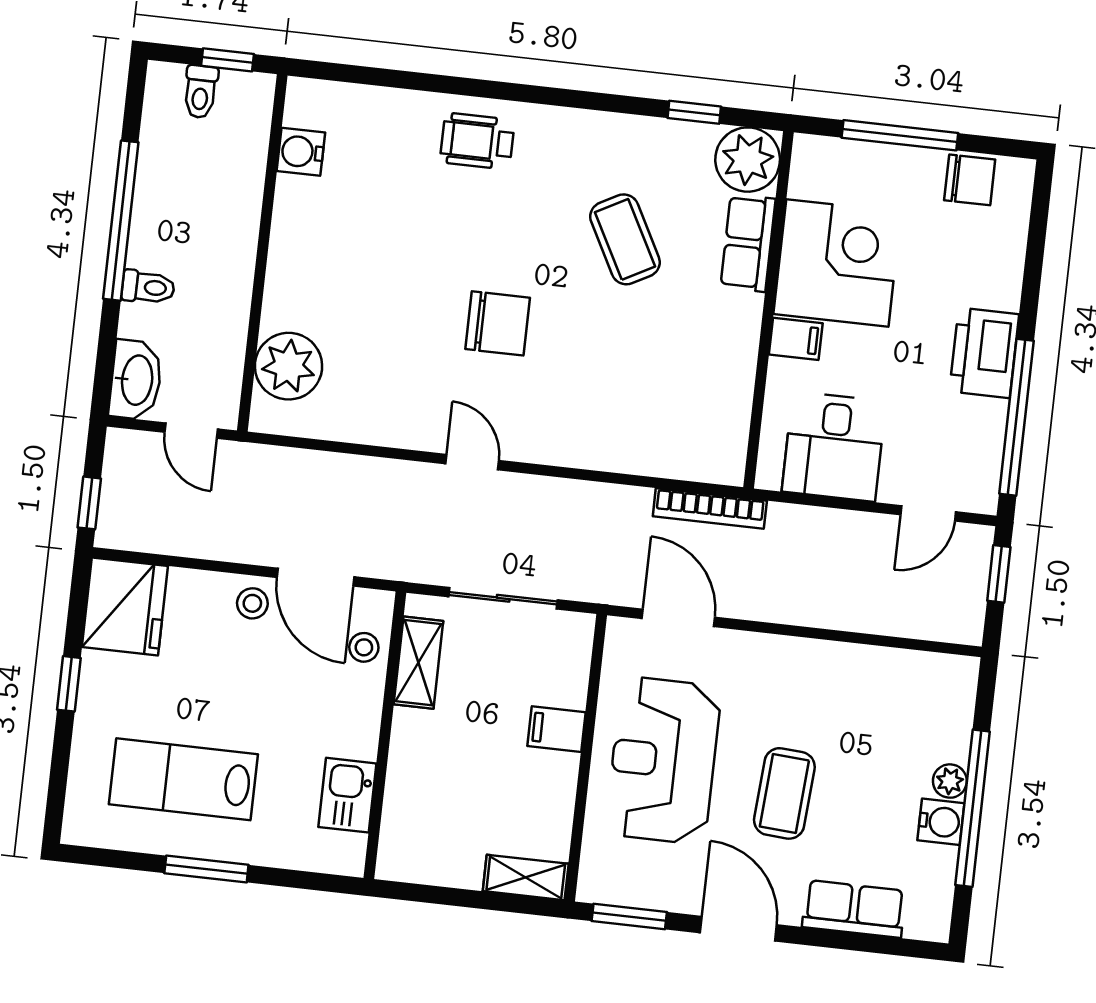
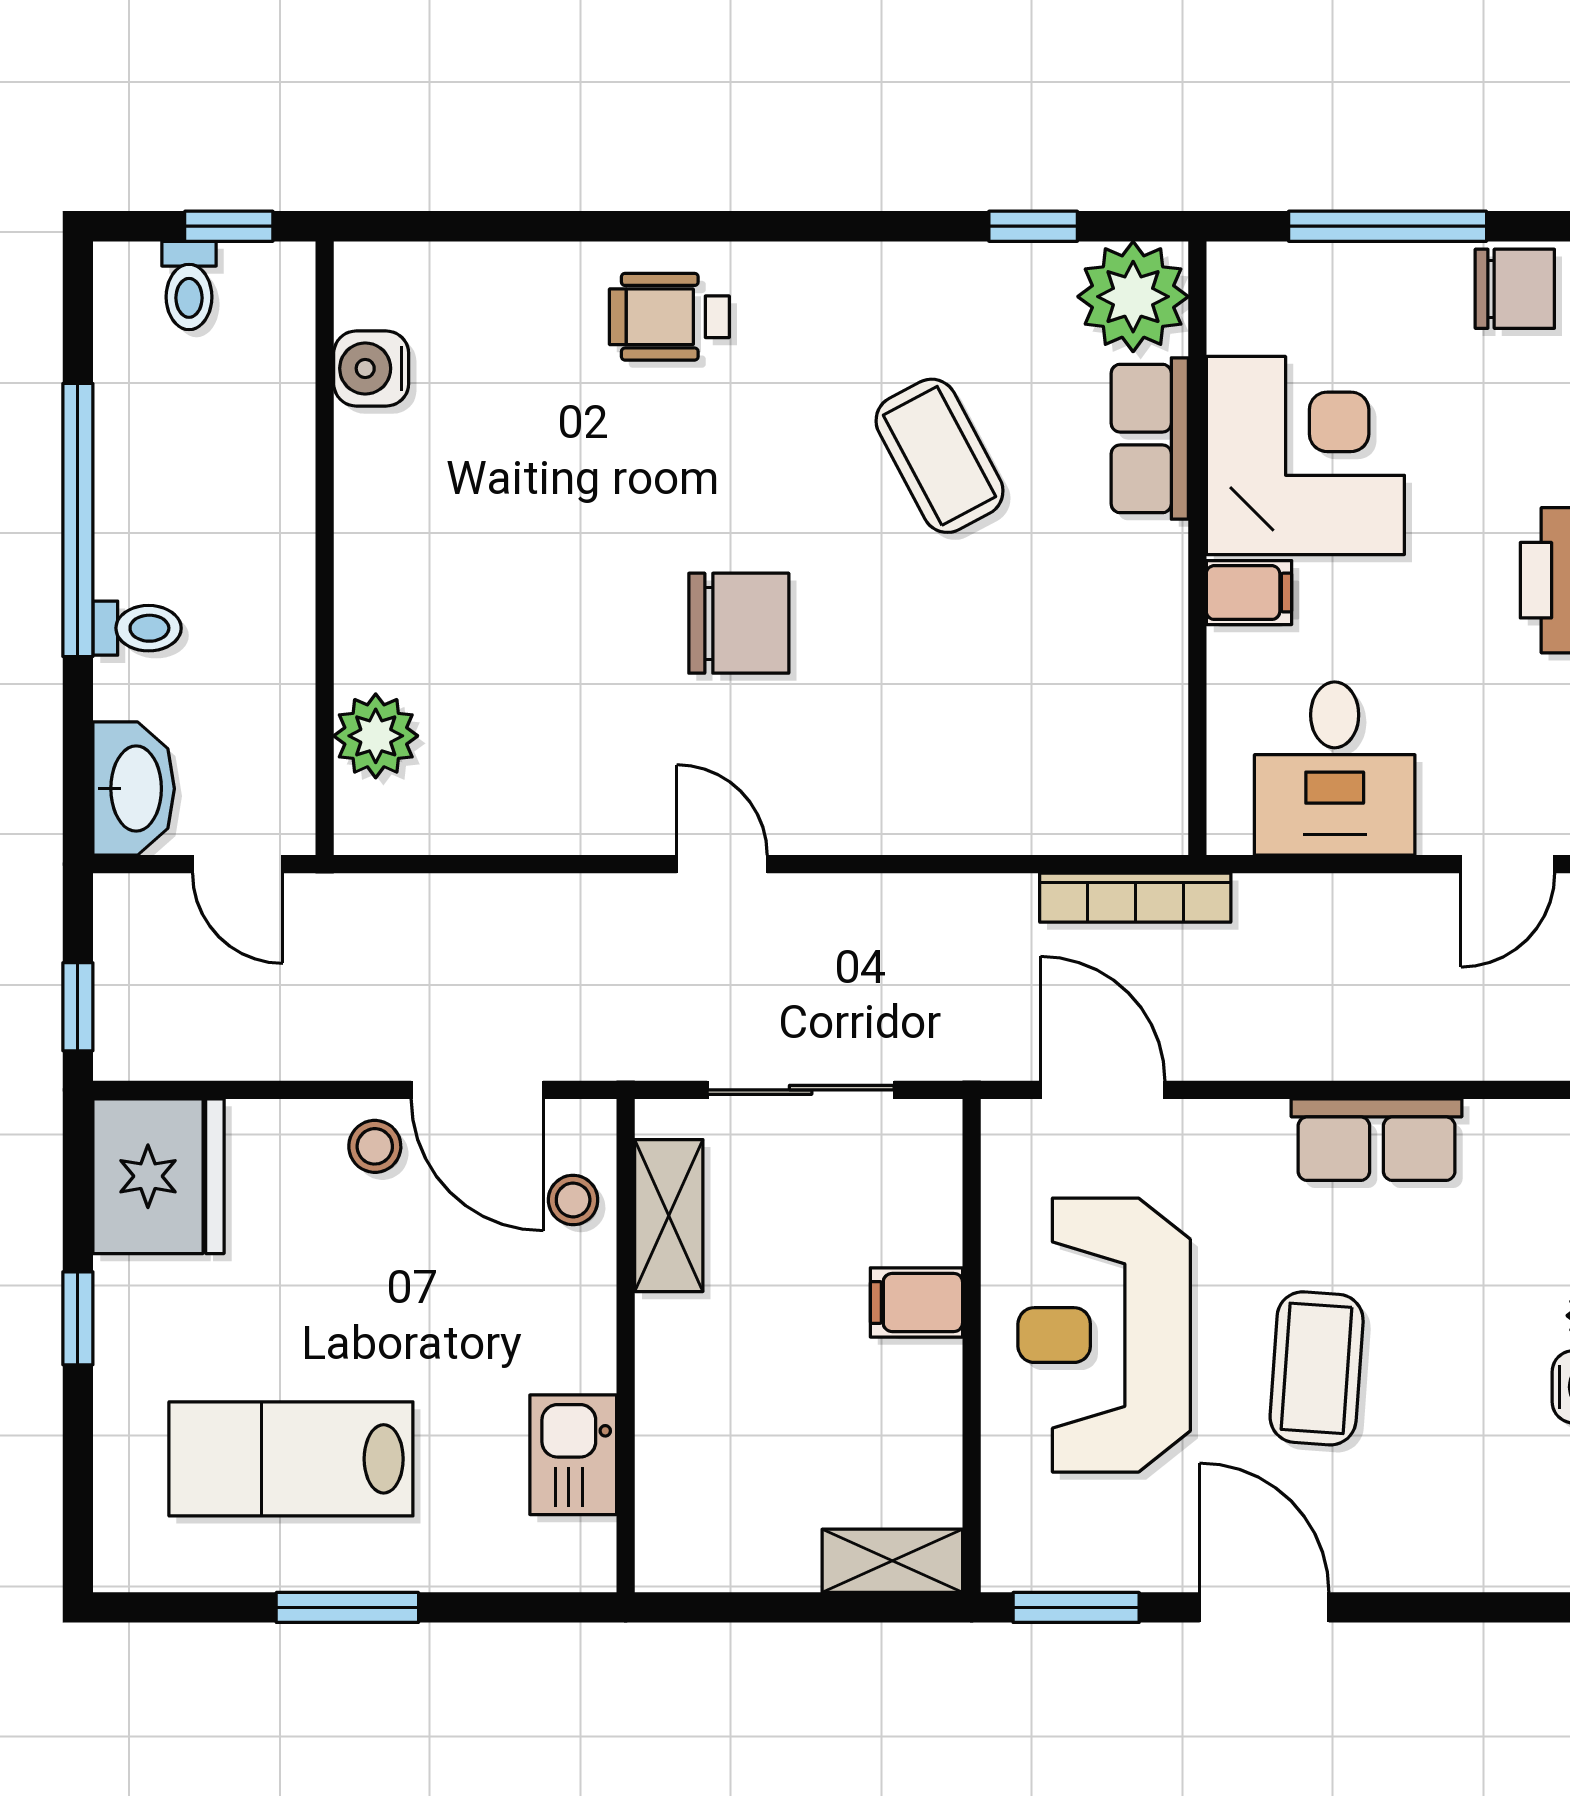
plant: (288, 366) -> (376, 736), width x0.73, depth x0.73
row of seats: (854, 909) -> (1377, 1140), moved, turned 180

